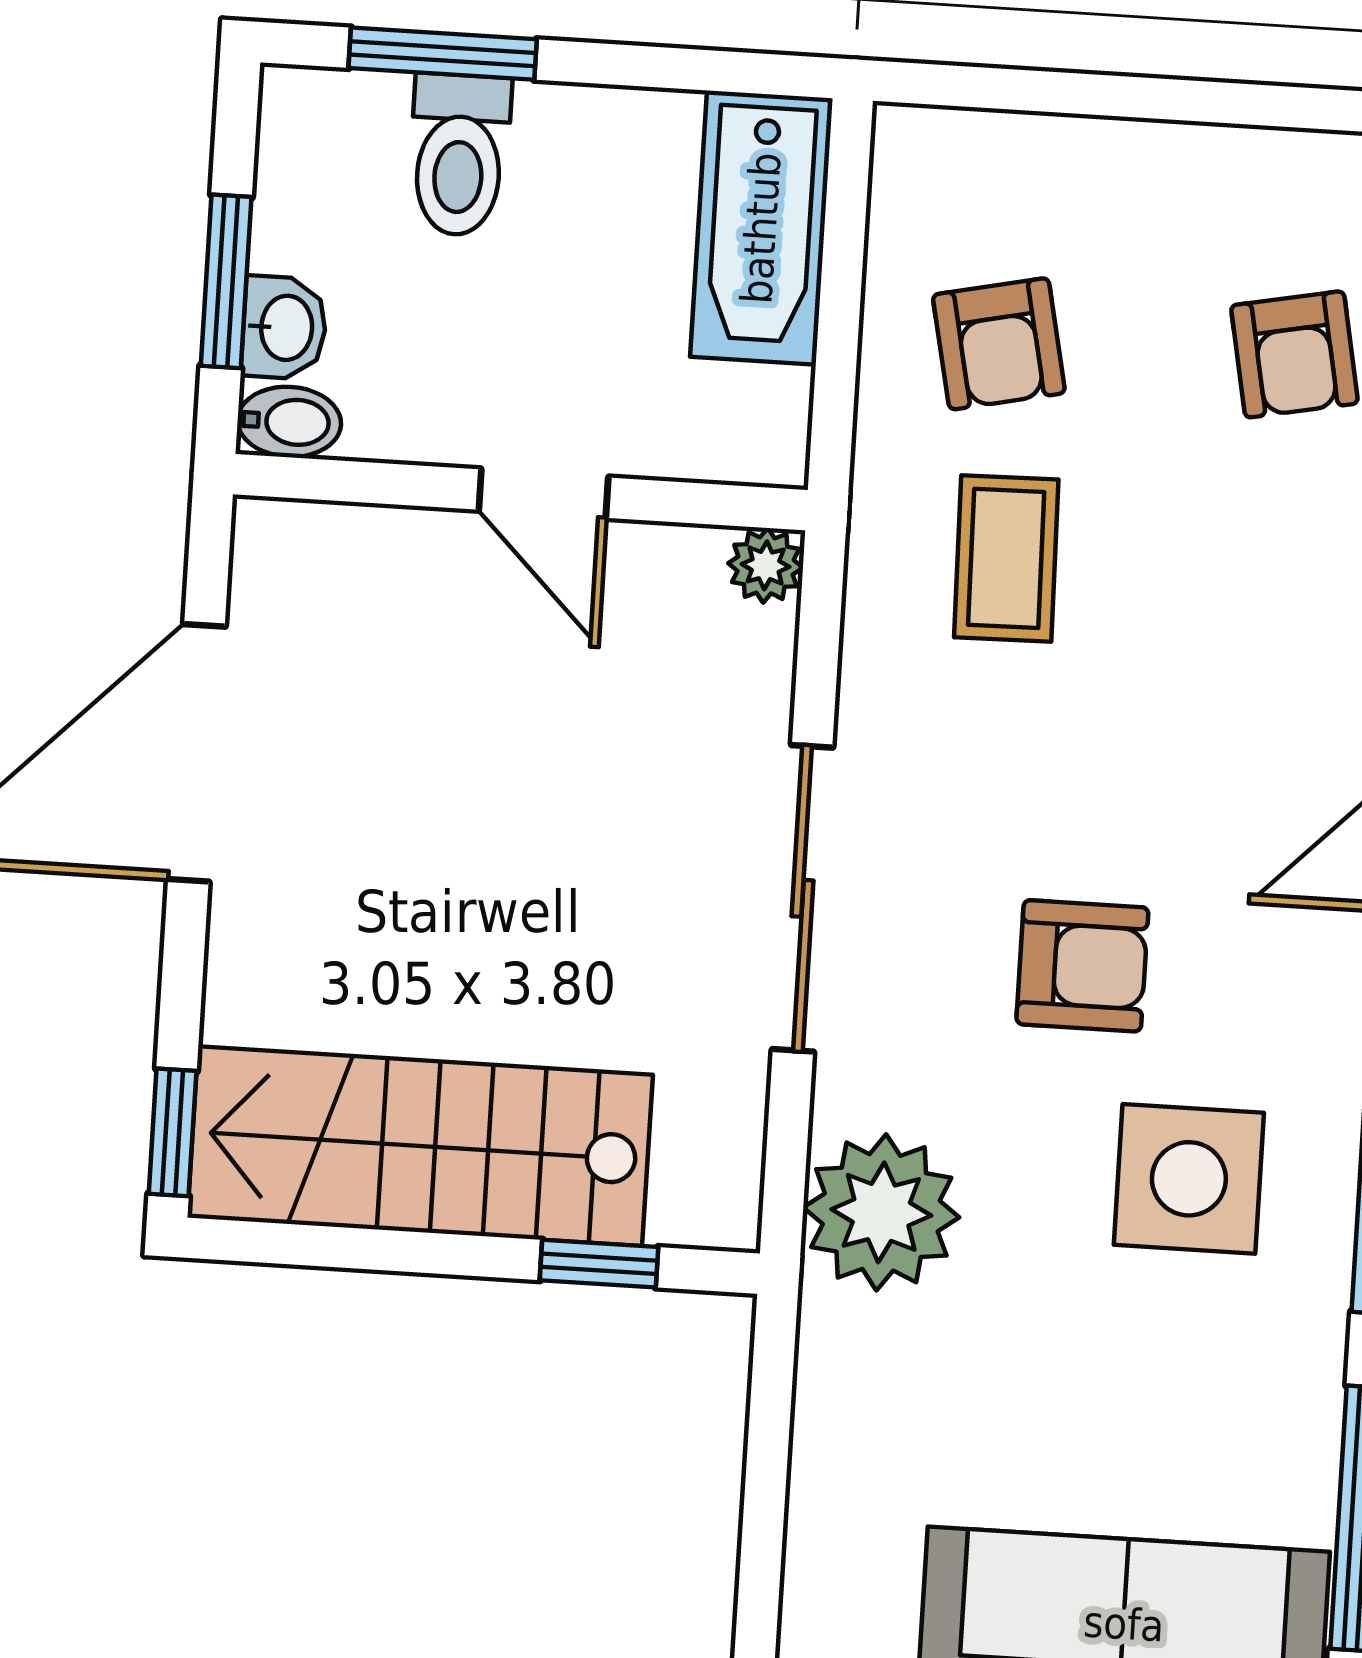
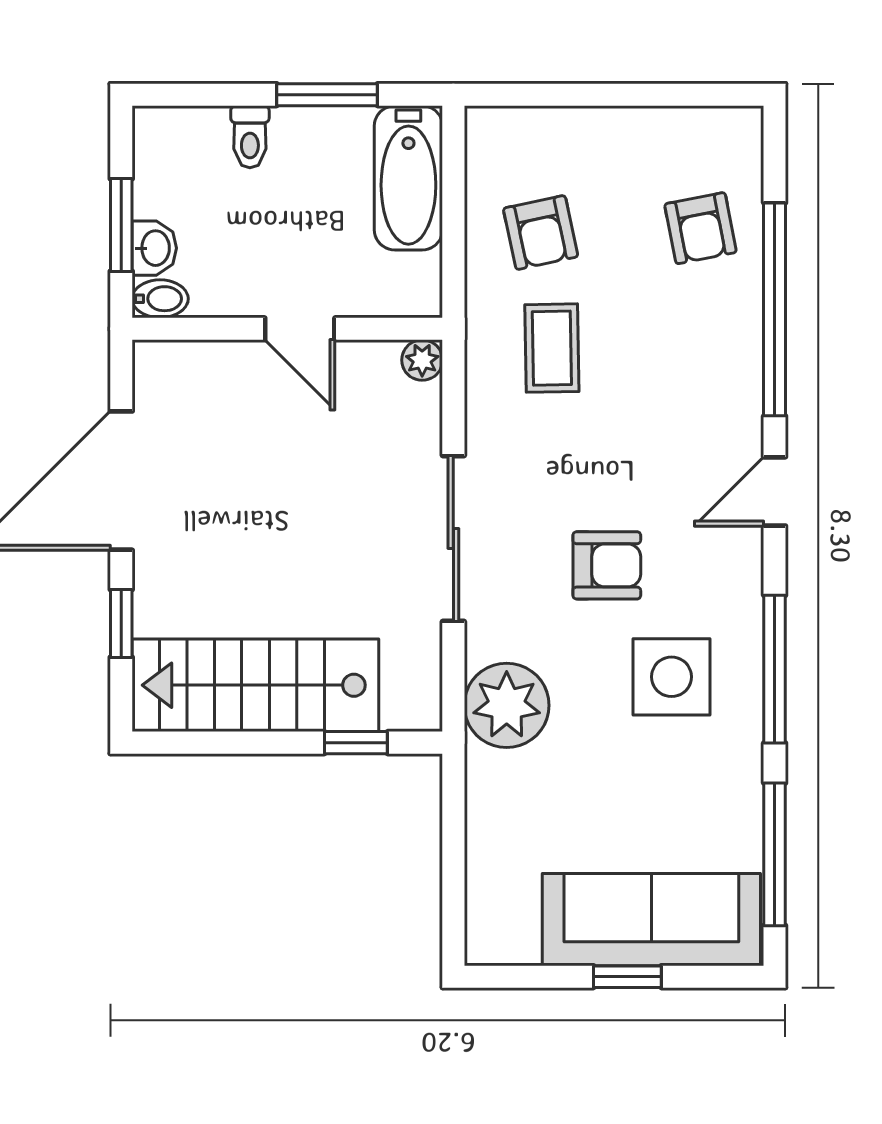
window: (443, 54) -> (327, 95), moved
toilet: (459, 155) -> (250, 137), width x0.73, depth x0.72
window: (173, 1132) -> (121, 623), moved

